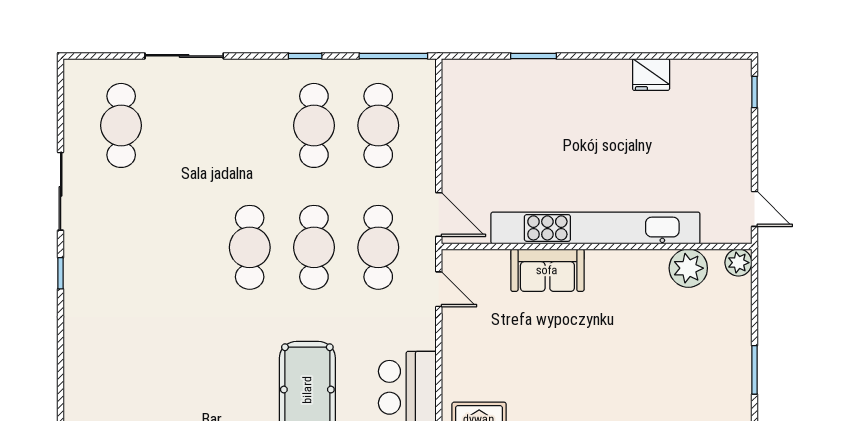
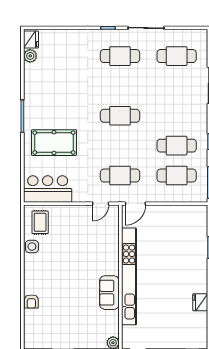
cafe table: (314, 247) -> (120, 56), moved
plant: (688, 268) -> (110, 319), removed
sofa: (547, 270) -> (109, 293), moved

